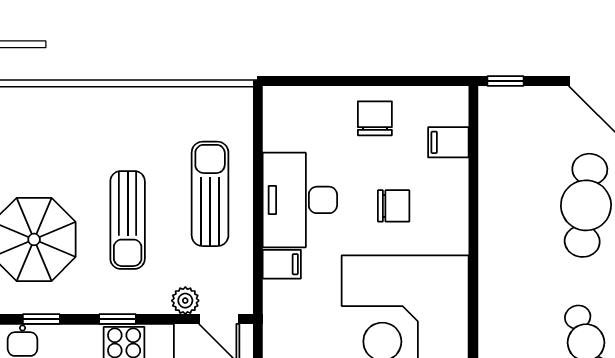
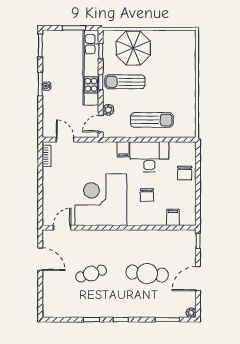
chair: (375, 118) -> (185, 173), moved, turned 90
sun lounger: (128, 220) -> (125, 82), moved

